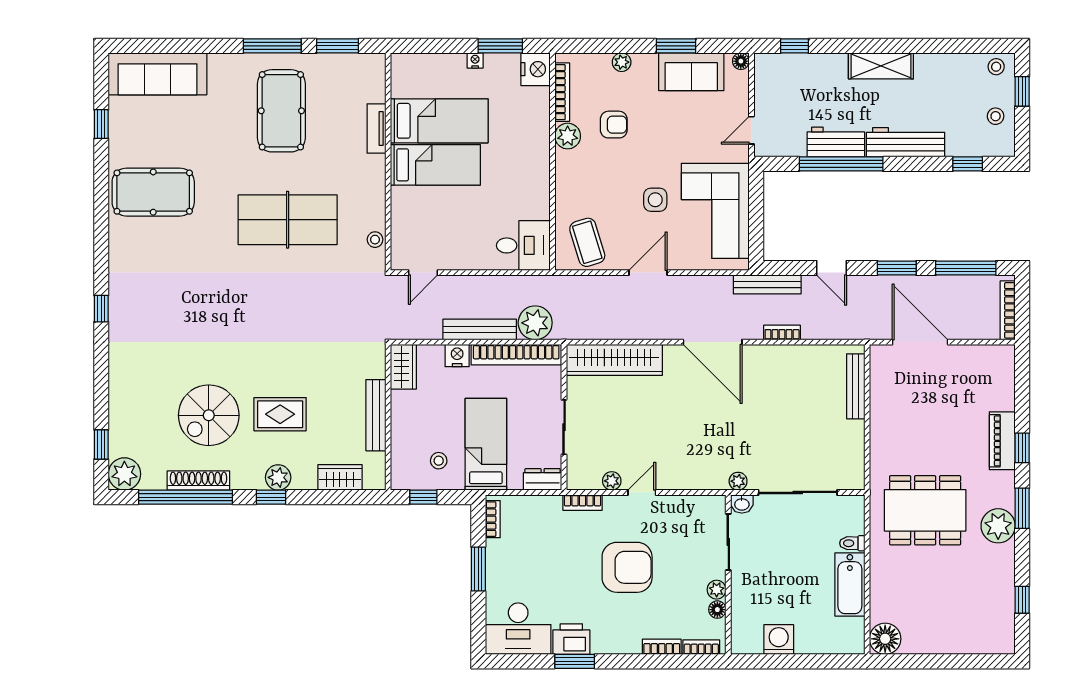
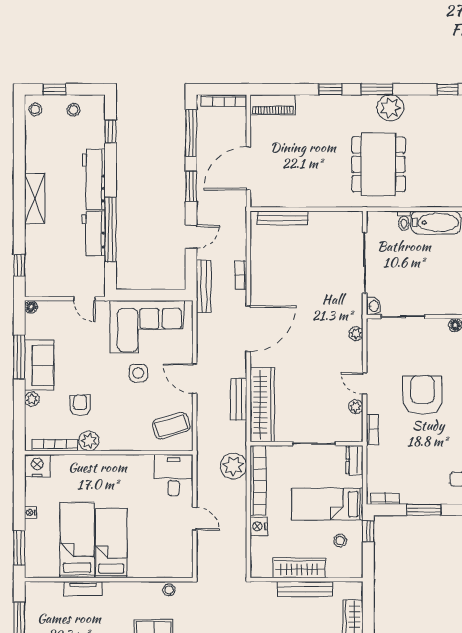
window: (500, 46) -> (19, 548), moved
window: (676, 46) -> (19, 357), width x1.44
sofa: (691, 72) -> (39, 365), moved
door: (423, 273) -> (195, 519), moved
bench: (480, 329) -> (239, 399), moved, width x0.73
wardrobe: (403, 367) -> (299, 568), moved, width x1.50
piano: (1002, 441) -> (273, 105), moved
plant: (738, 481) -> (356, 334), moved
window: (423, 497) -> (368, 531), moved
plant: (717, 590) -> (440, 326), removed

